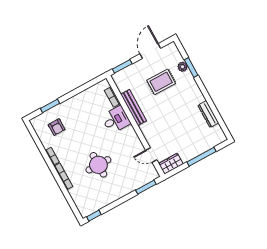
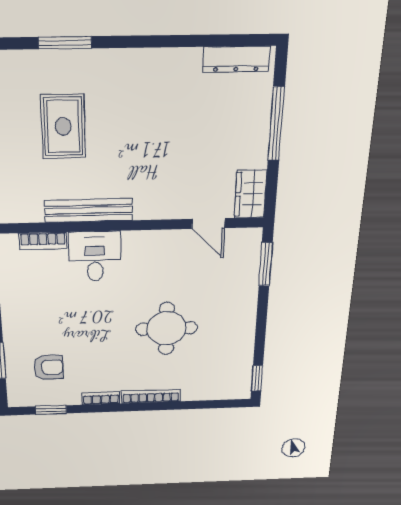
plant: (182, 67) -> (53, 62), removed
dresser: (208, 114) -> (236, 59), moved
window: (36, 139) -> (51, 410), added
door: (151, 155) -> (208, 224), hinge flipped

